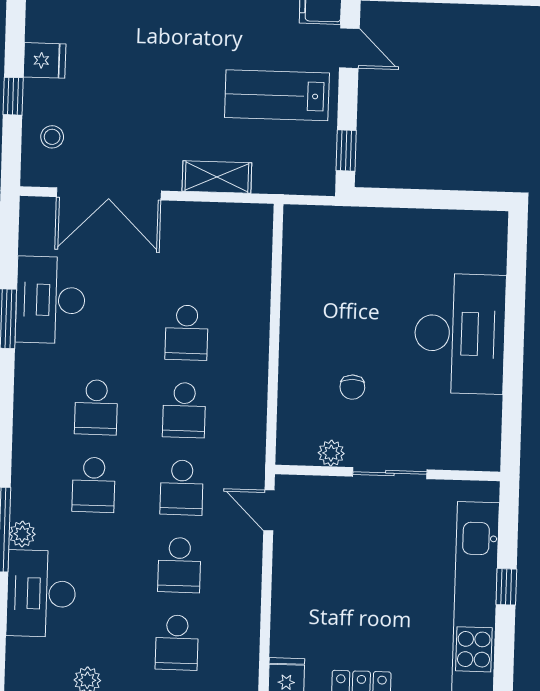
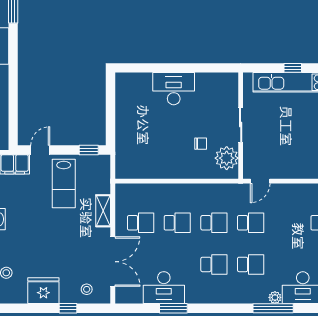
fridge: (45, 60) -> (43, 291), width x1.88, depth x1.34
desk: (460, 334) -> (174, 89), width x0.73, depth x0.77
plant: (331, 453) -> (227, 158), width x1.87, depth x1.87
school desk: (179, 565) -> (141, 223), moved

